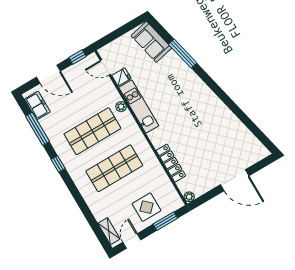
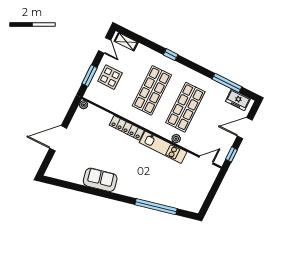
sofa: (151, 42) -> (100, 180), moved
window: (183, 54) -> (156, 207), width x1.46
fridge: (121, 77) -> (190, 161), removed
locker: (171, 163) -> (127, 128), moved
window: (58, 164) -> (171, 55), moved

